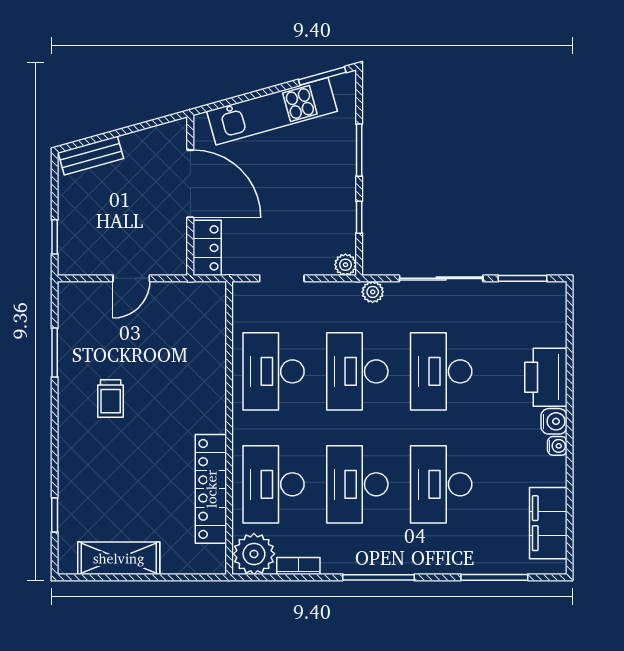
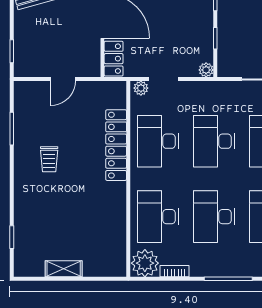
plant: (373, 292) -> (141, 88), moved
locker: (211, 489) -> (116, 145), moved
shelving: (119, 558) -> (64, 269), width x0.67, depth x0.75

